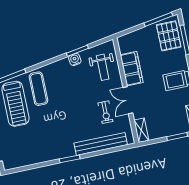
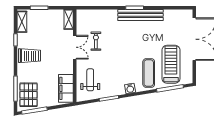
water cooler: (75, 59) -> (130, 88), moved
filing cabinet: (132, 69) -> (66, 88), moved
bench: (101, 144) -> (141, 15), moved

